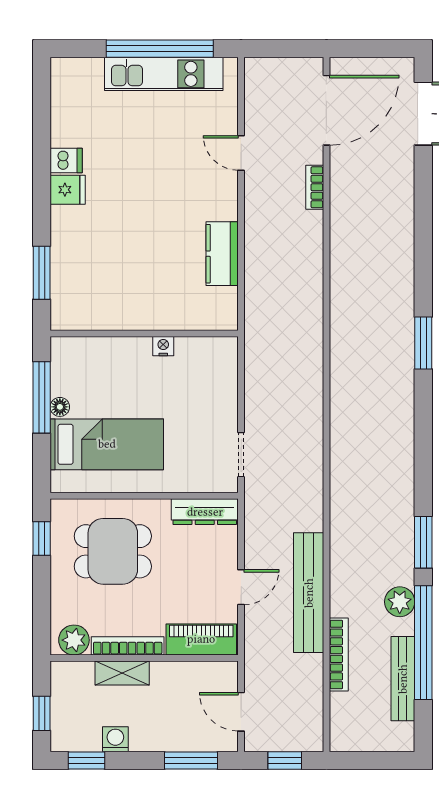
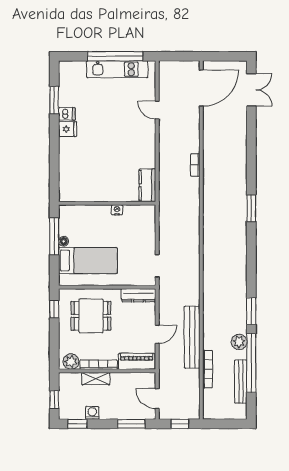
bookcase: (315, 187) -> (195, 165), moved
kitchen counter: (222, 254) -> (147, 185), moved
window: (42, 273) -> (54, 100), moved

